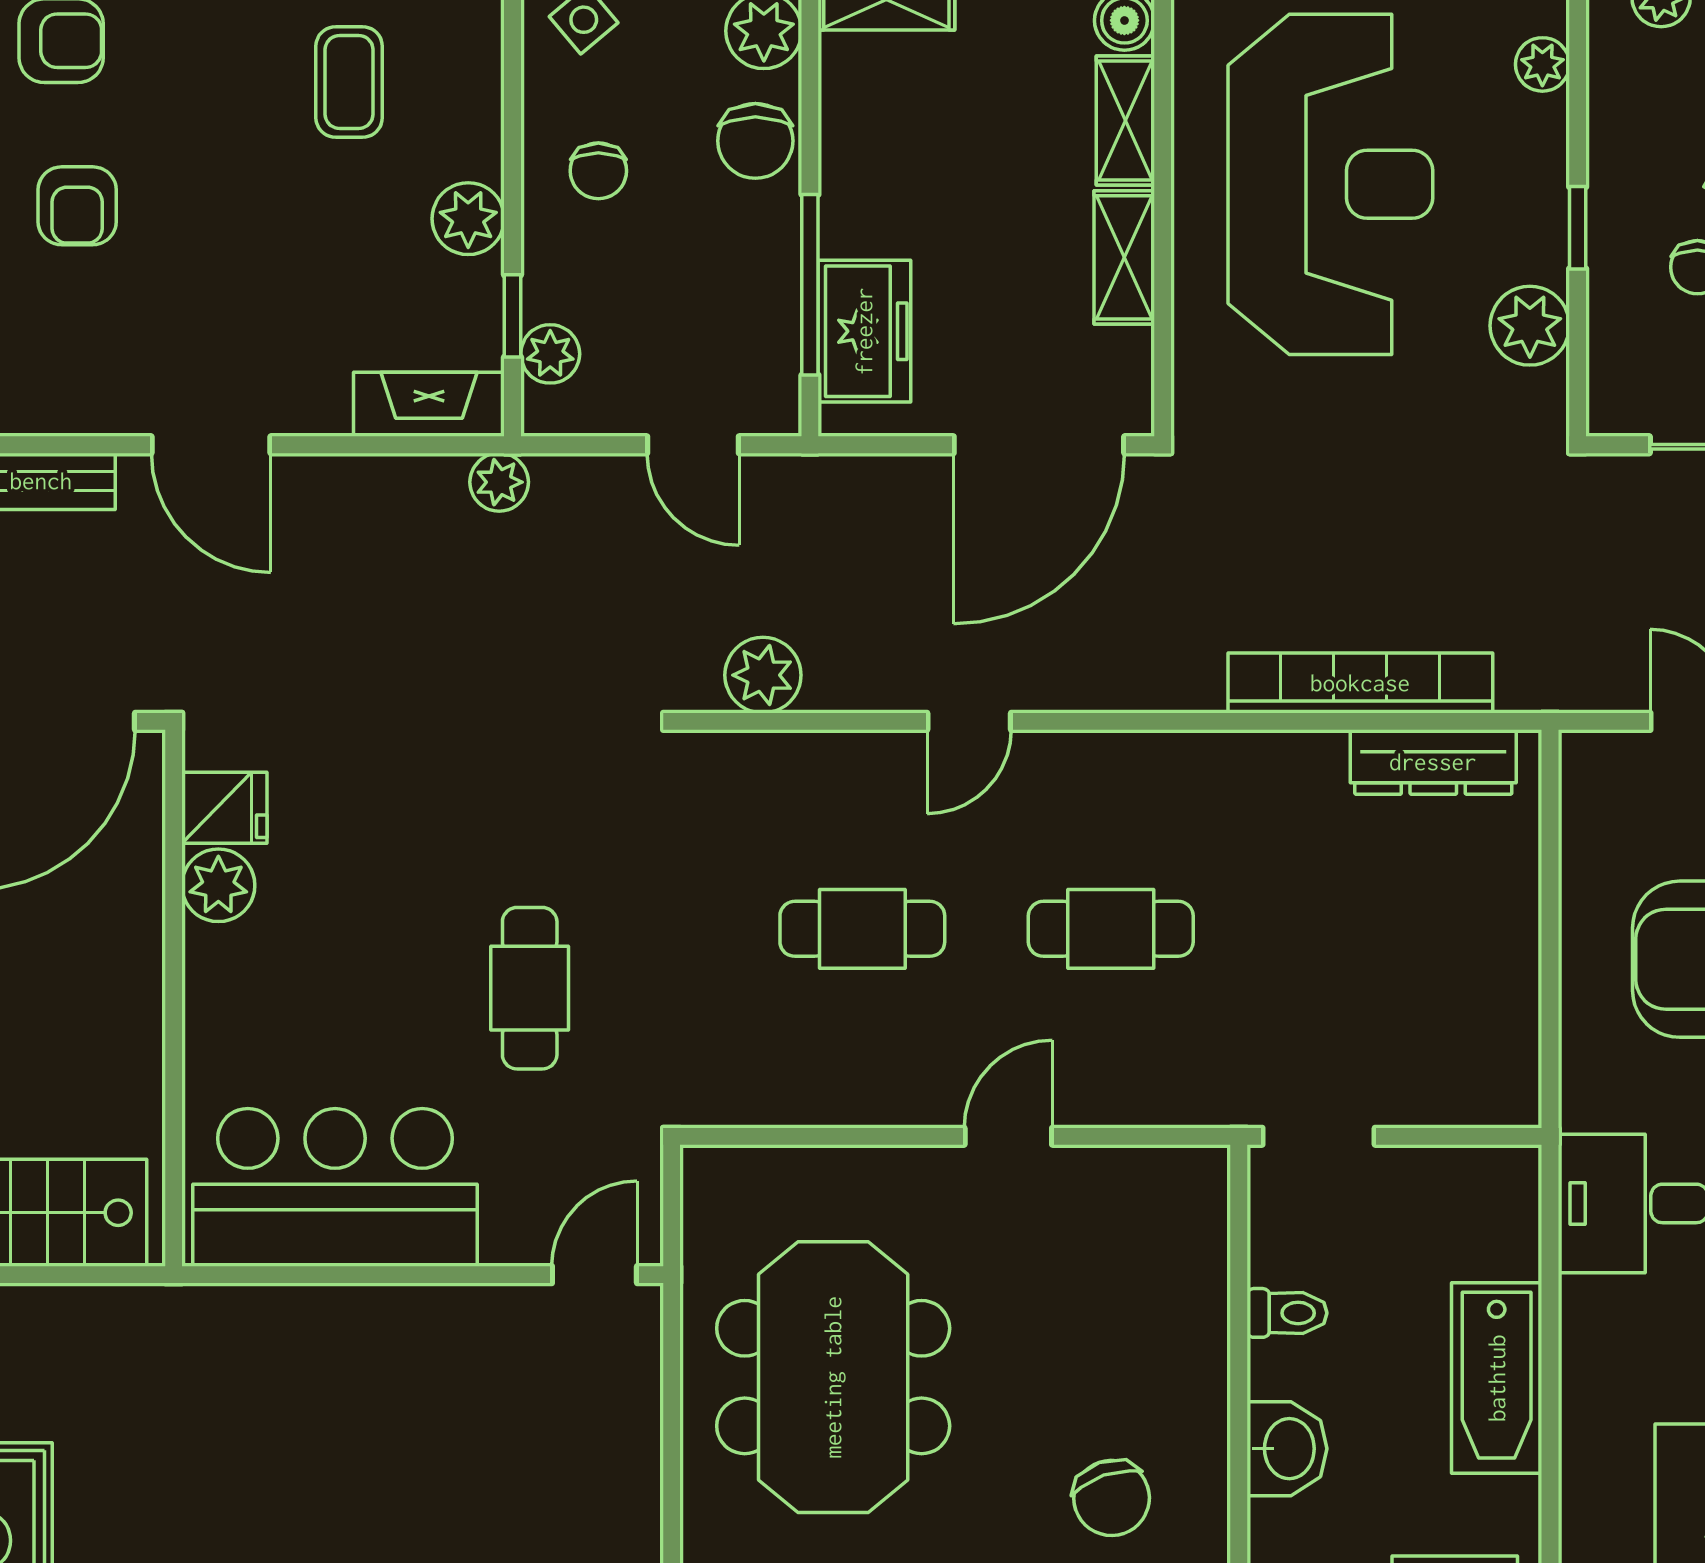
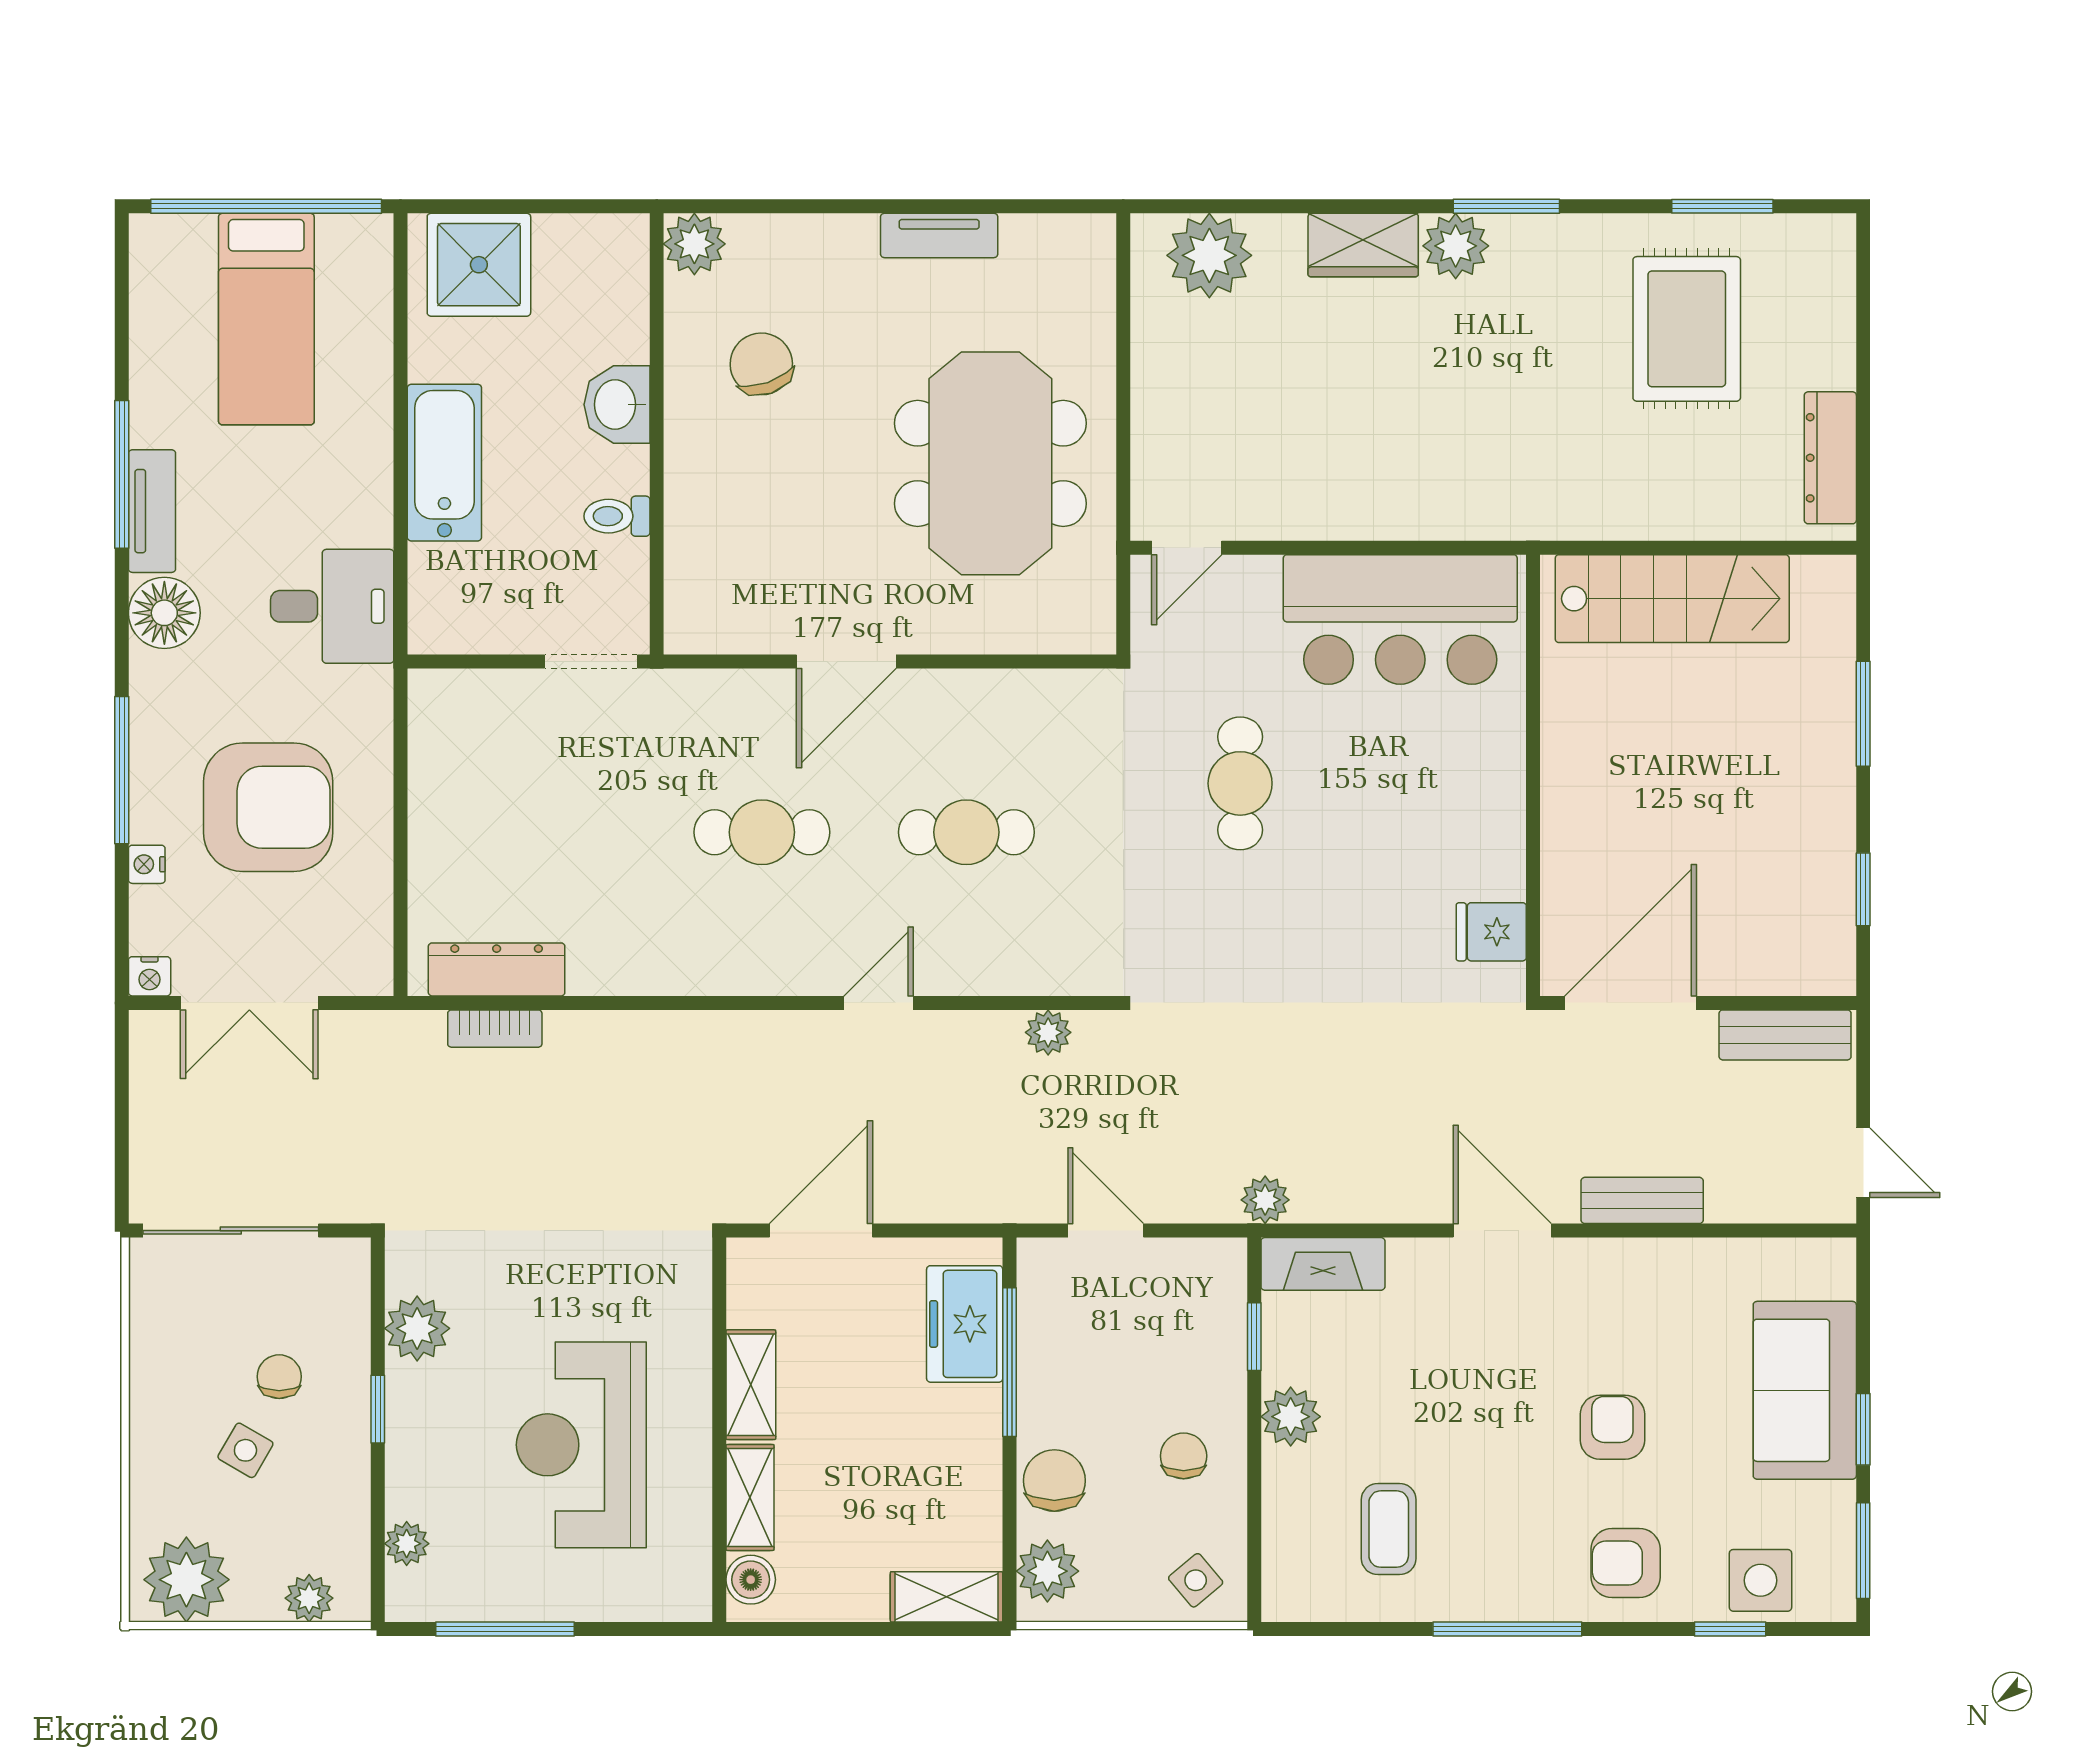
reception desk: (1330, 184) -> (581, 1445), width x0.74, depth x0.77
plant: (550, 354) -> (1223, 1305), removed
door: (1039, 445) -> (821, 1231), width x0.73
plant: (763, 675) -> (1048, 1032), width x0.73, depth x0.73
bookcase: (1360, 683) -> (495, 1029), width x0.43, depth x0.76
plant: (218, 885) -> (1496, 868), removed
door: (1008, 1136) -> (846, 662), width x1.38

